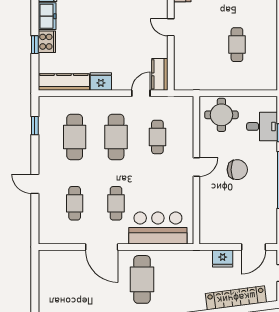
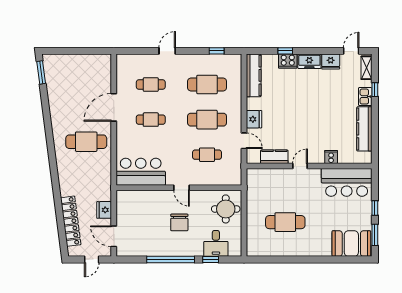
cafe table: (237, 45) -> (285, 222), width x1.37, depth x1.35
kitchen counter: (160, 74) -> (274, 157), moved
fridge: (101, 82) -> (254, 119), moved
bar counter: (158, 228) -> (141, 172), moved, turned -90

